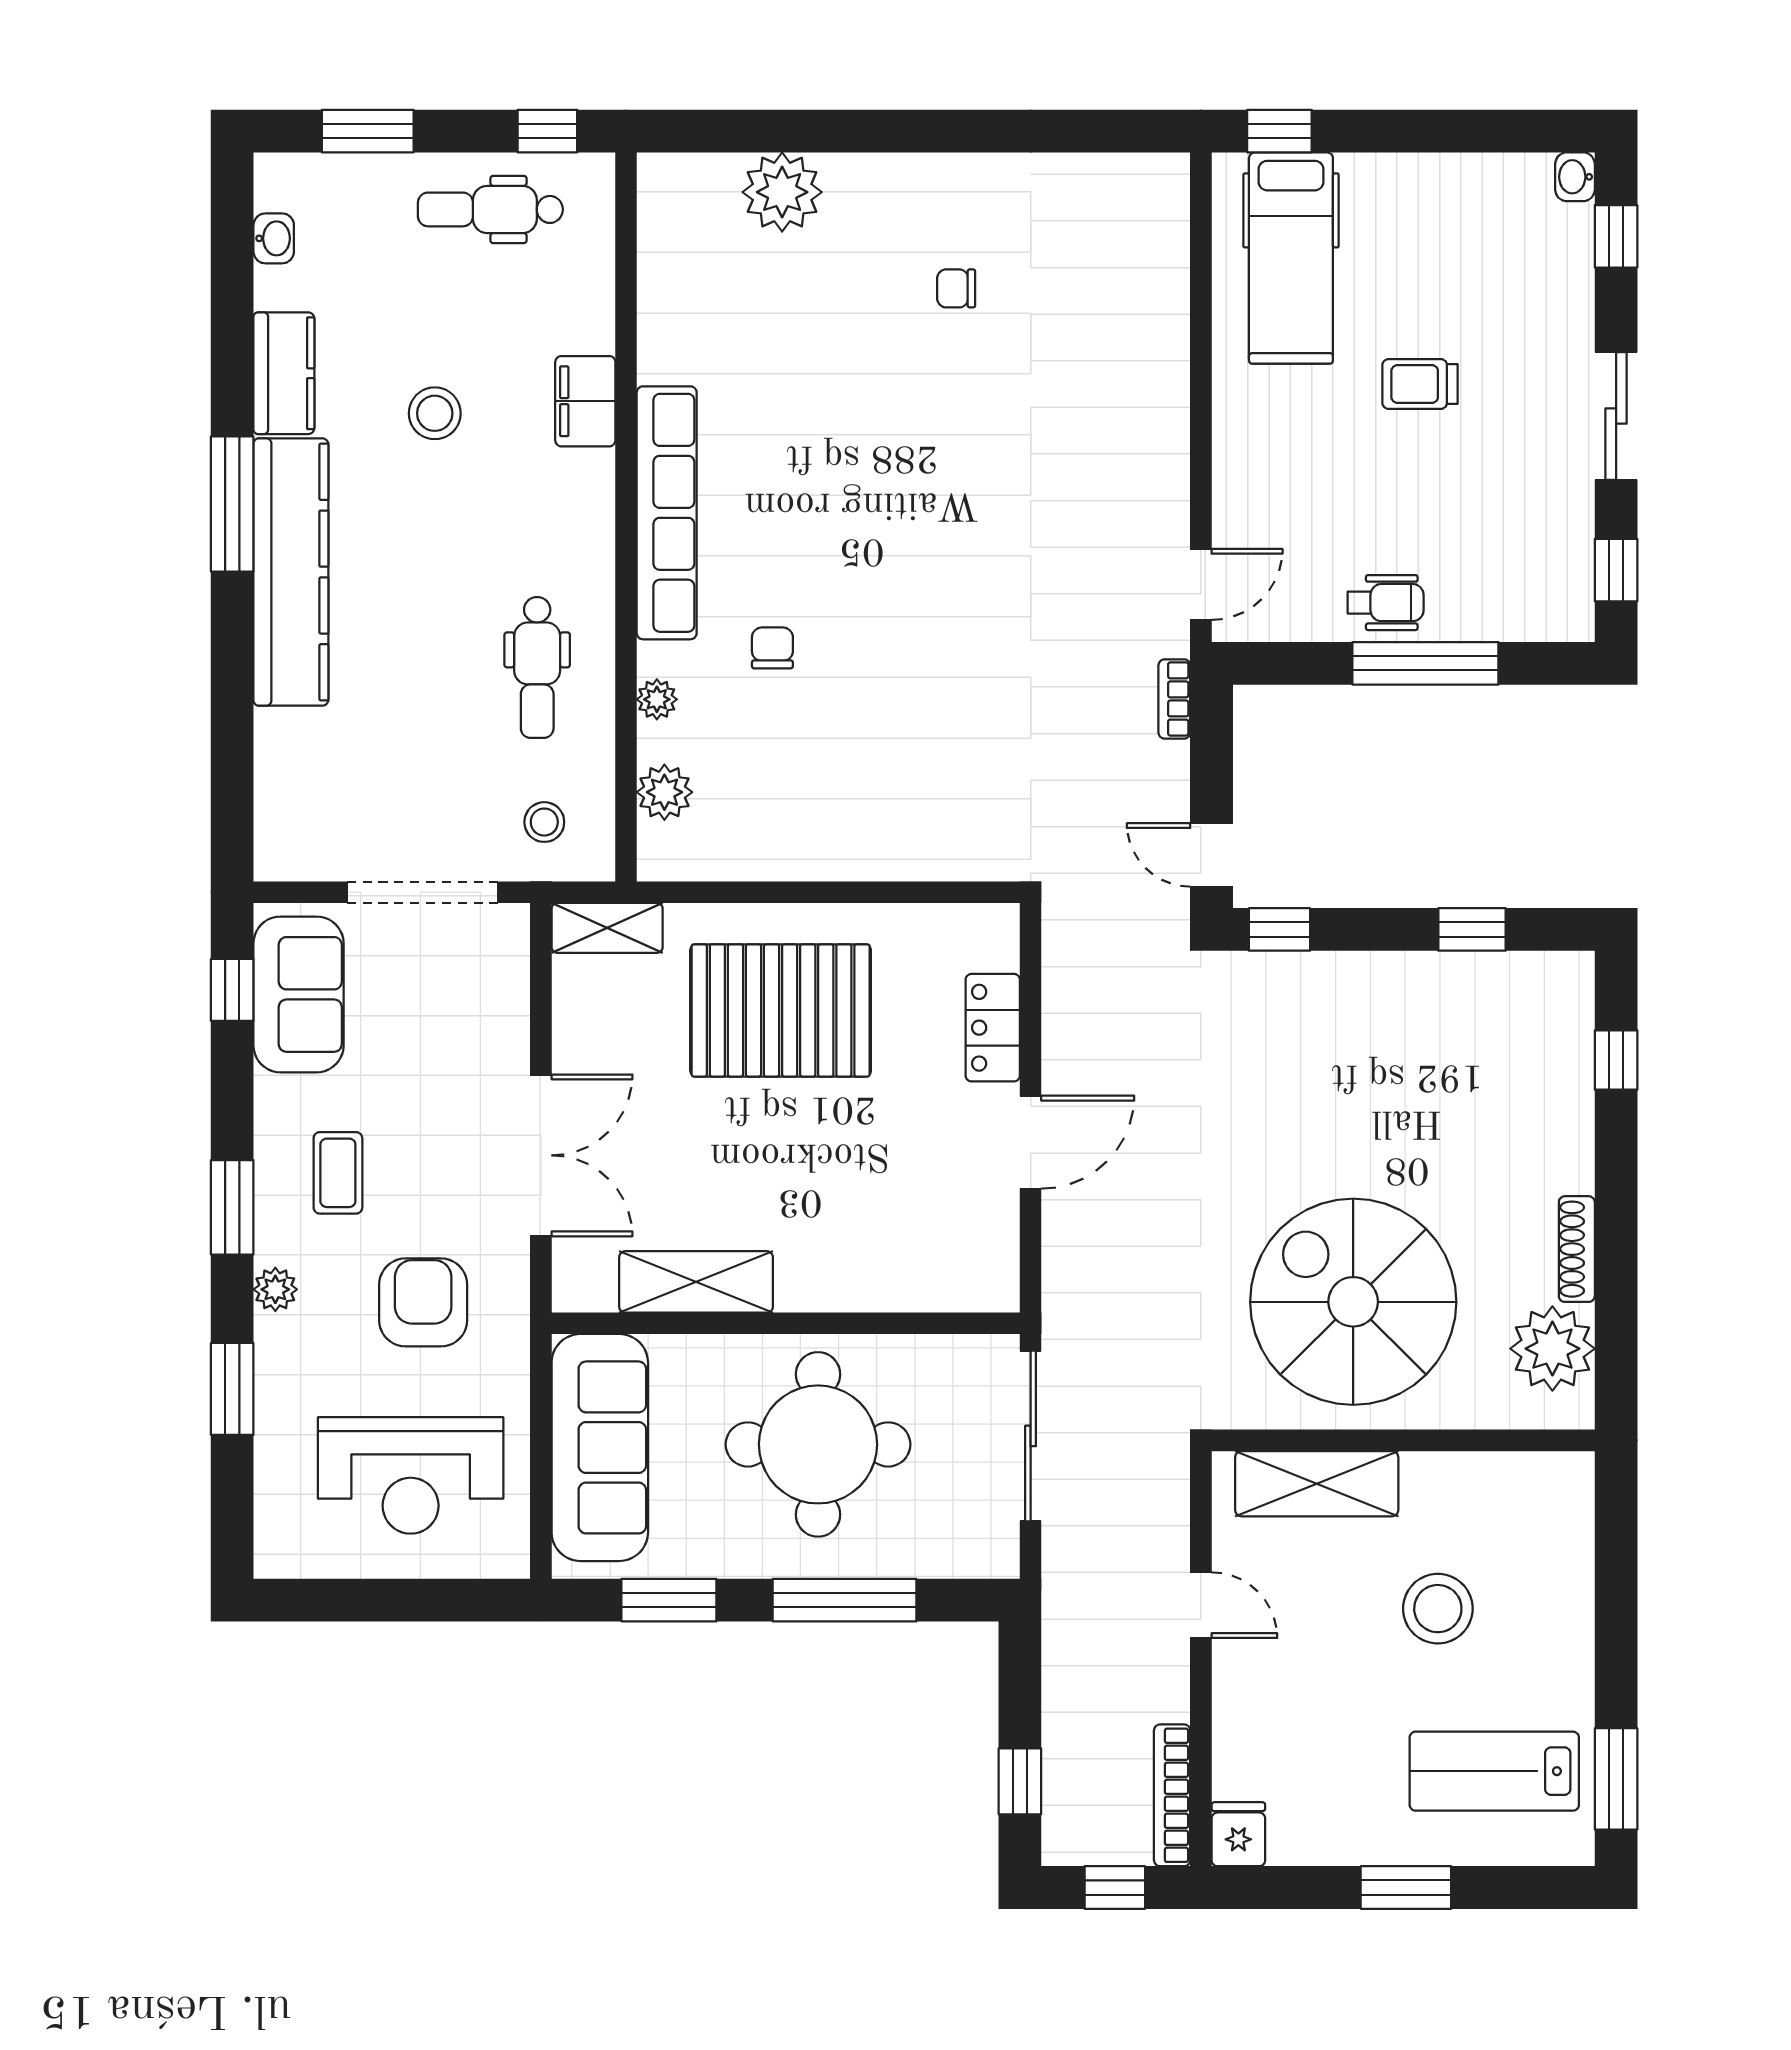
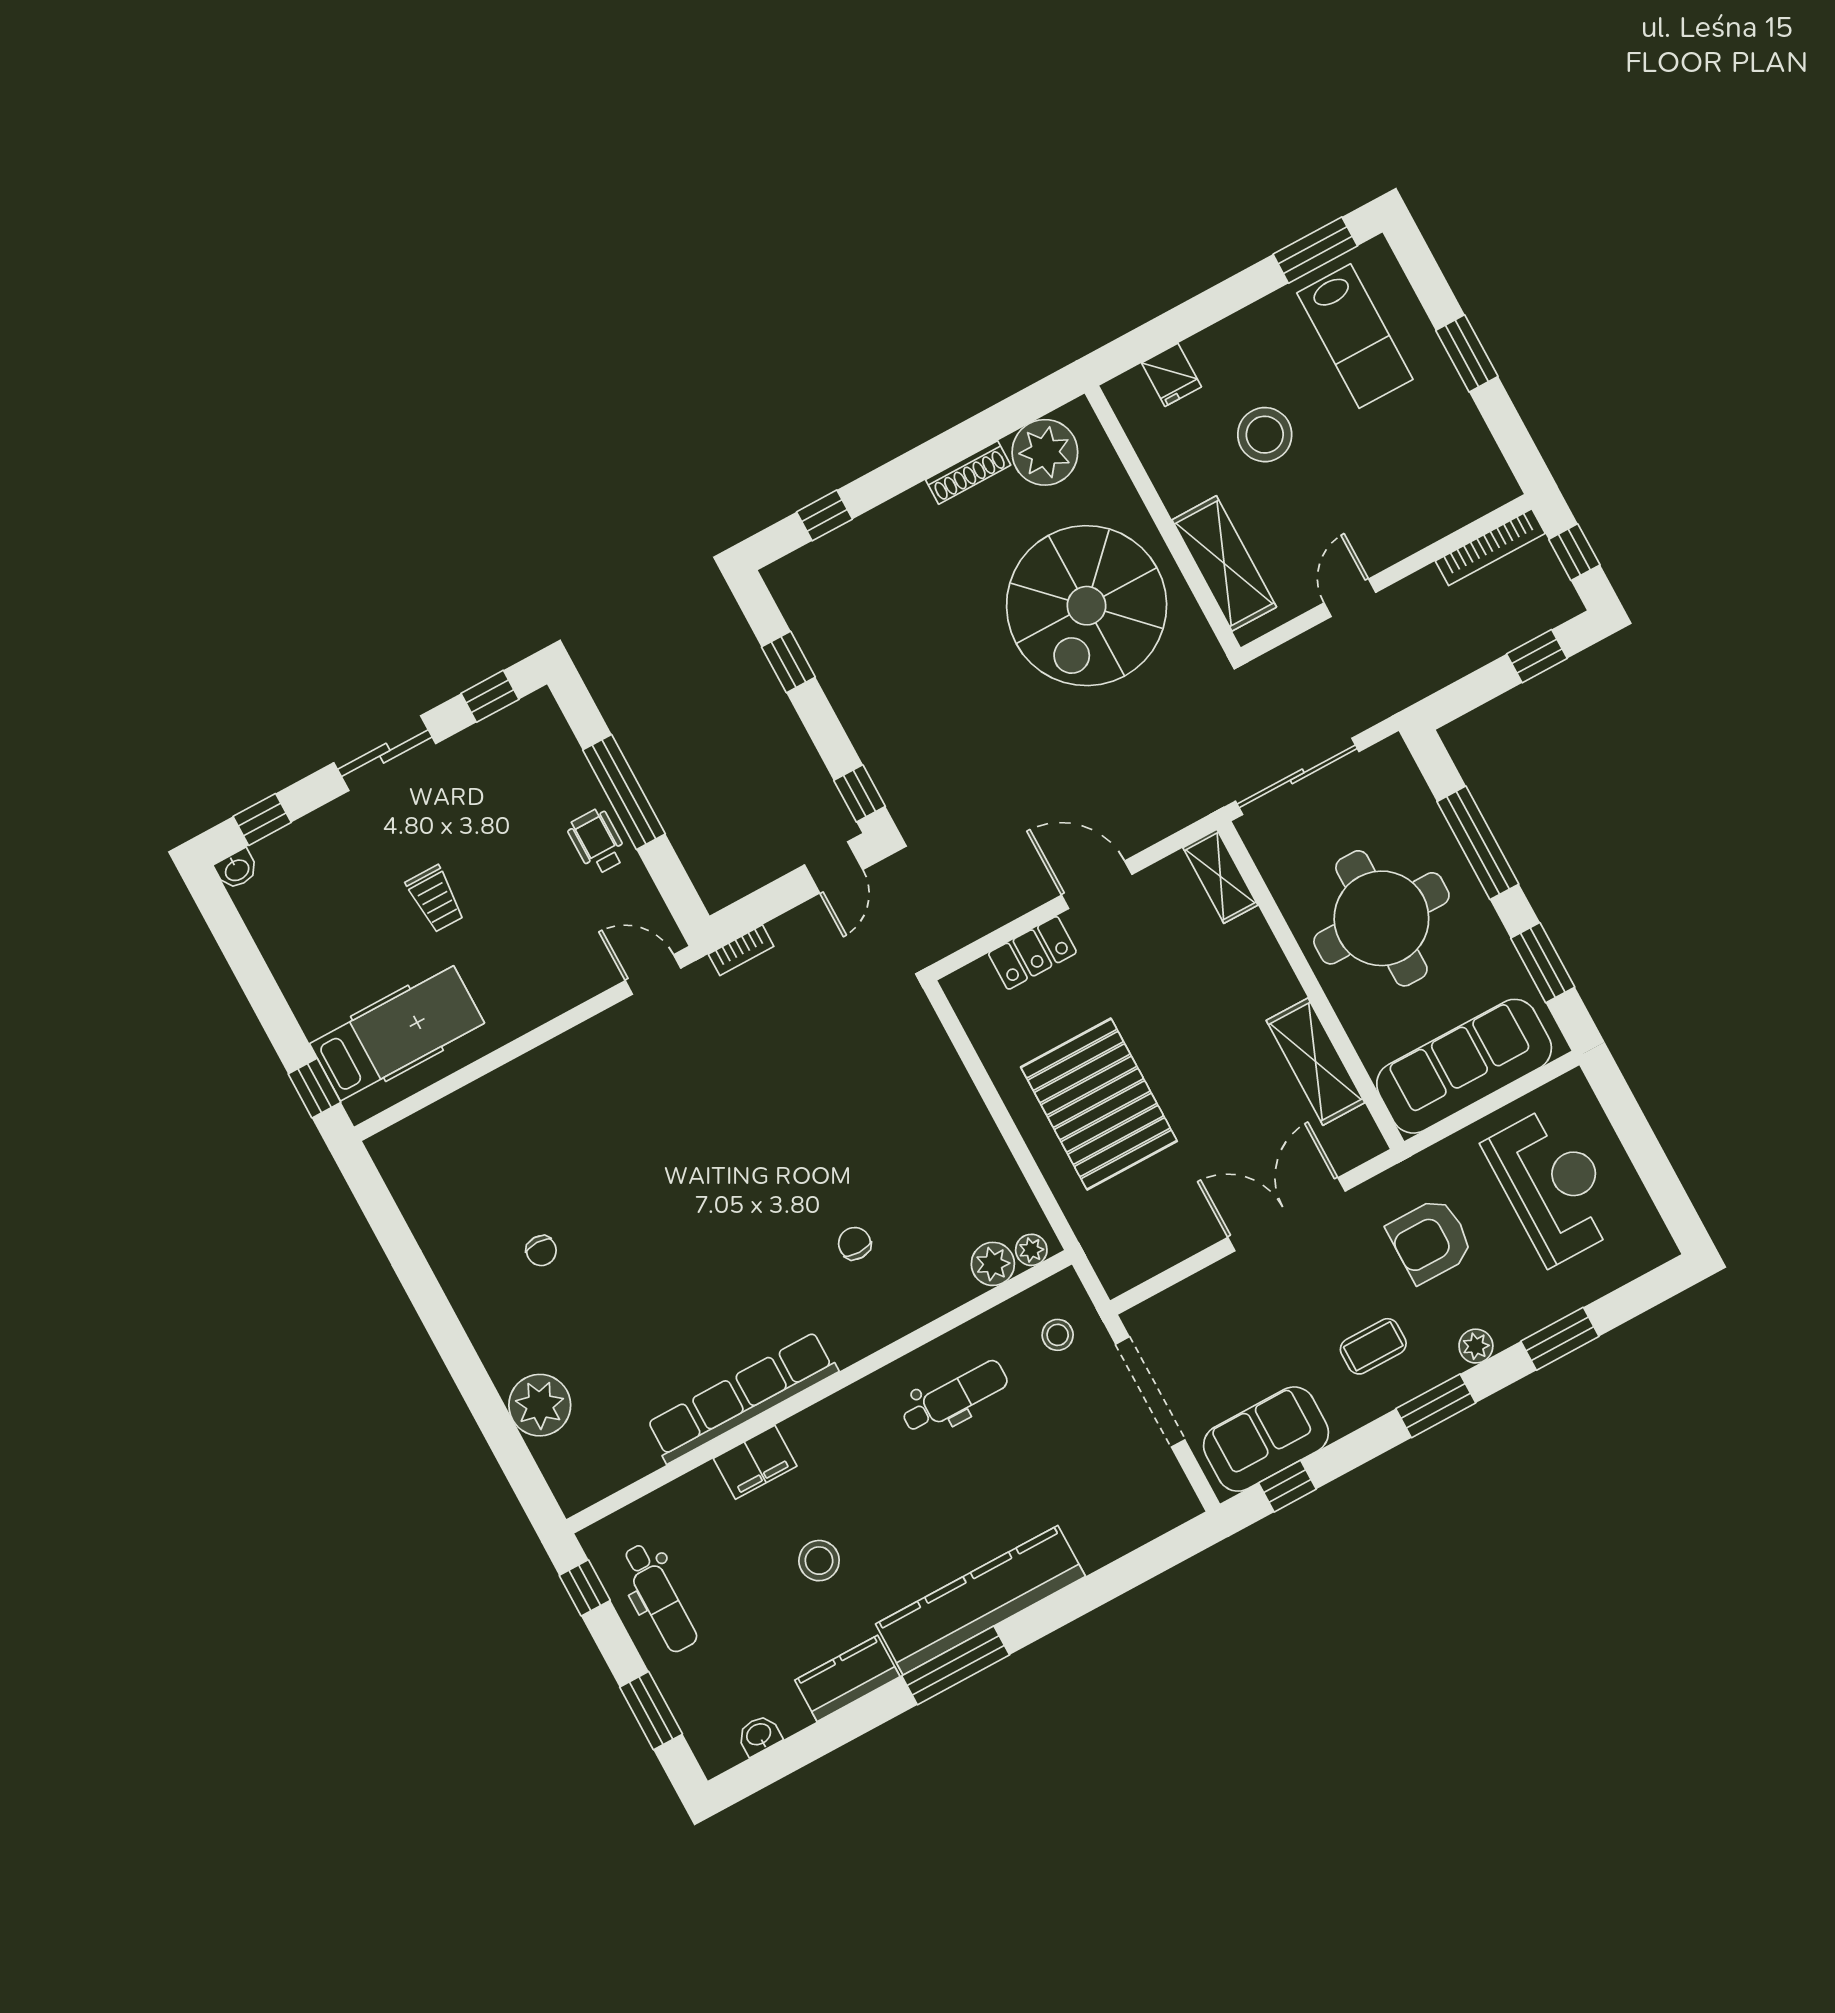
row of seats: (667, 513) -> (742, 1398), moved
chair: (772, 648) -> (855, 1243), turned 90
plant: (657, 699) -> (1031, 1250), moved
shelving: (607, 928) -> (1220, 876), moved
fridge: (1238, 1834) -> (1171, 375), moved, turned -90

